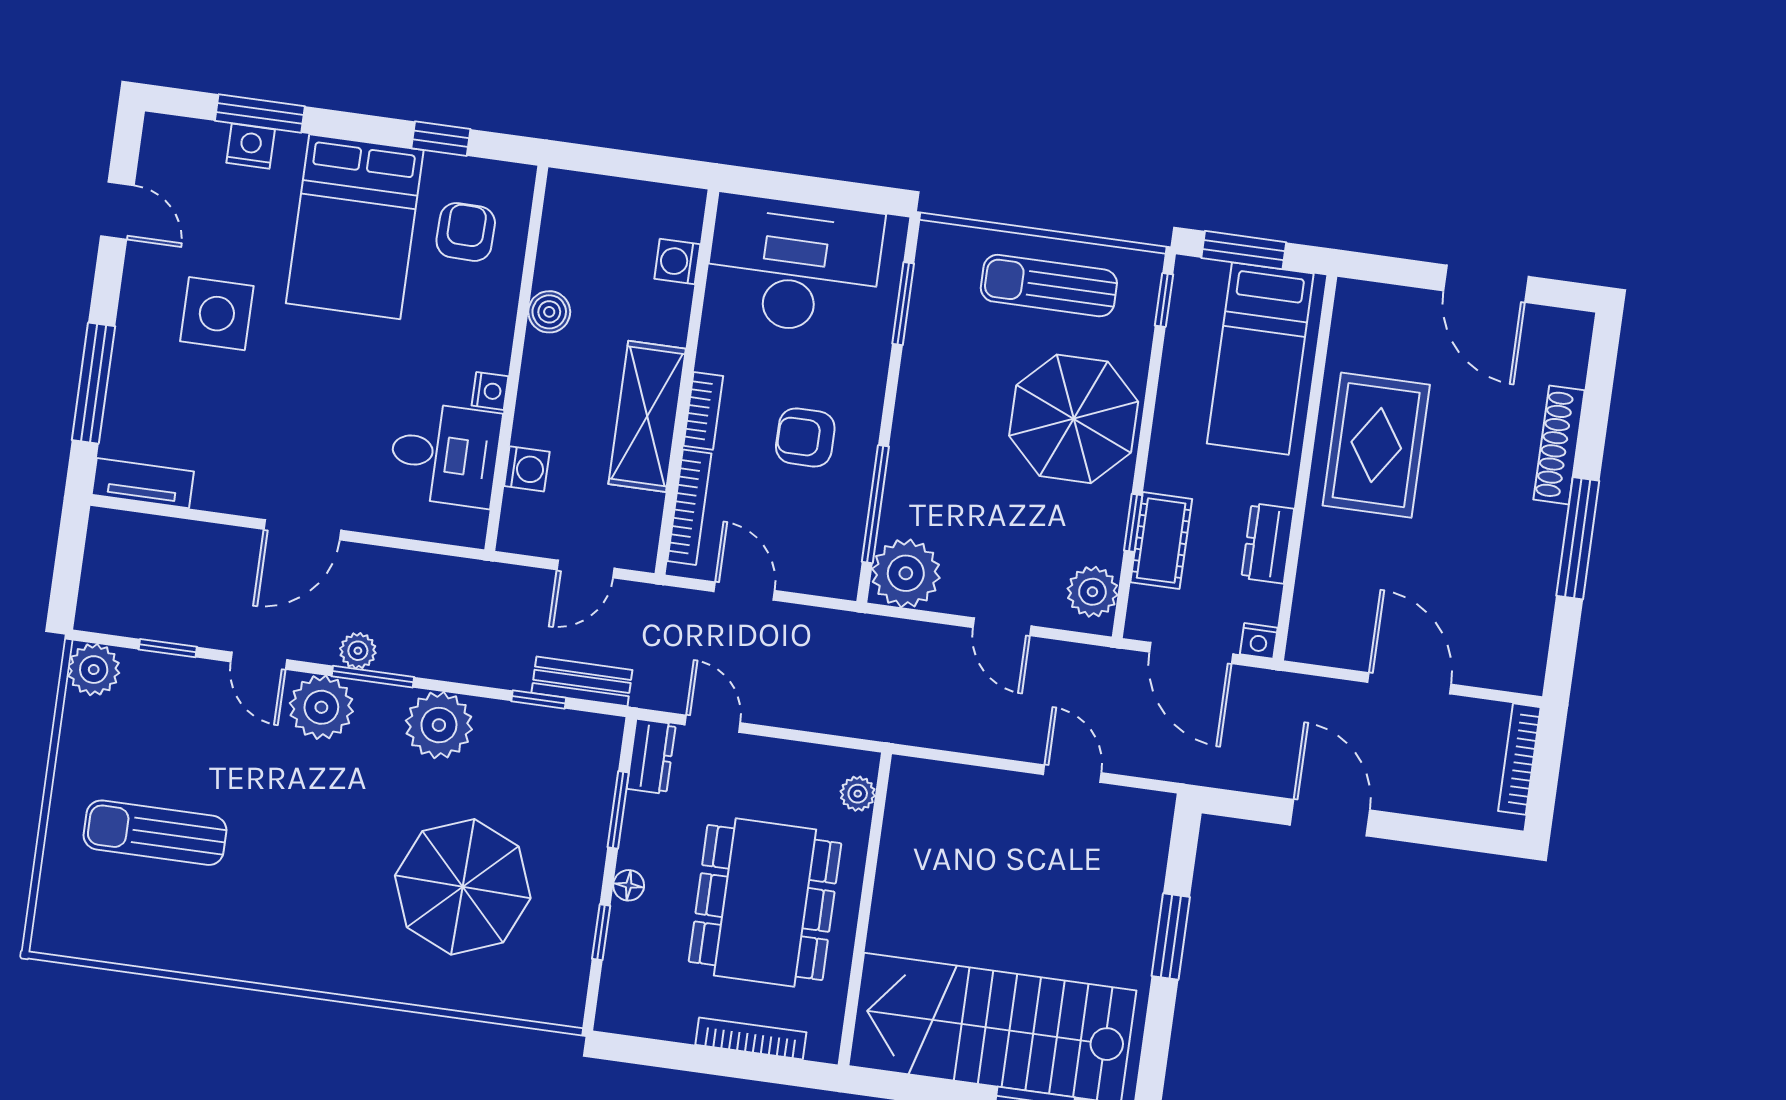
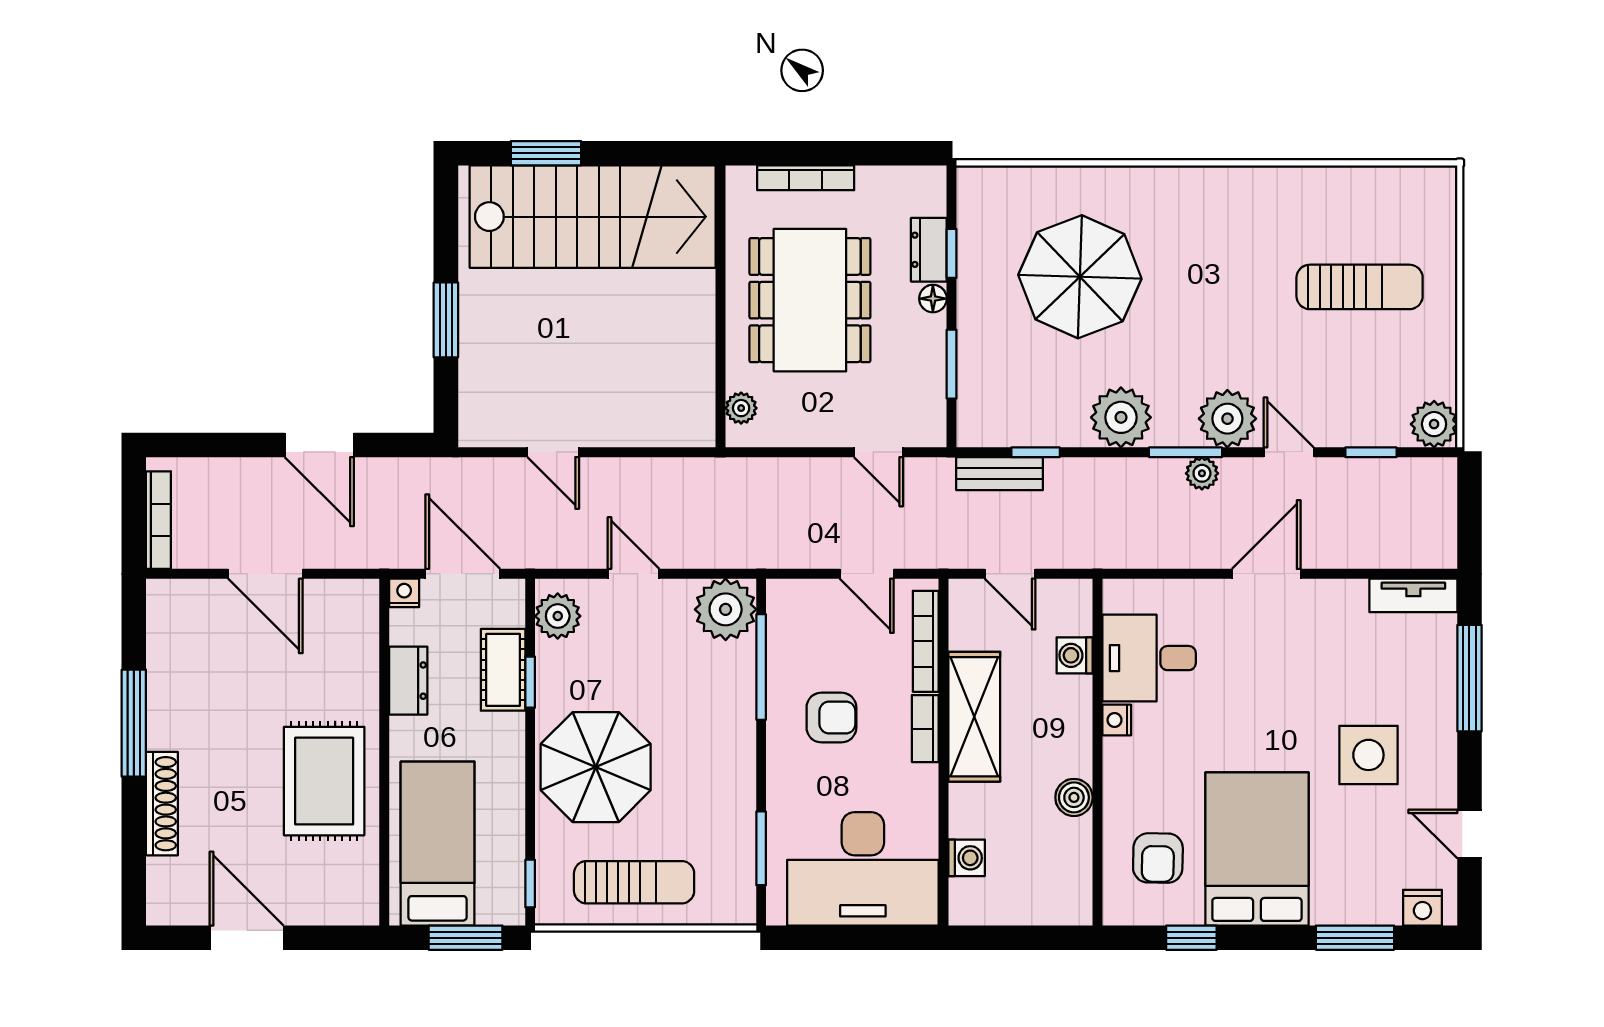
nightstand: (251, 146) -> (1422, 908), moved
door: (586, 569) -> (1010, 574), swing flipped
dresser: (651, 756) -> (929, 250), moved

